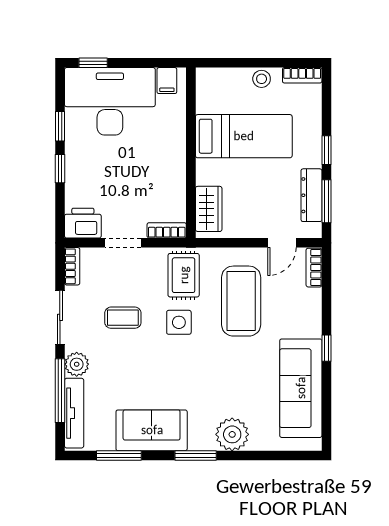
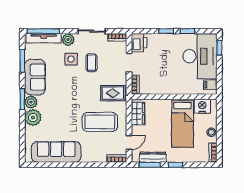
nightstand: (210, 97) -> (202, 106), added
wardrobe: (209, 209) -> (138, 114), moved, turned -90
door: (282, 243) -> (129, 142), swing flipped
side table: (179, 322) -> (71, 59), moved
window: (326, 348) -> (76, 165), removed
window: (60, 391) -> (43, 31), moved
plant: (201, 438) -> (31, 102), added

